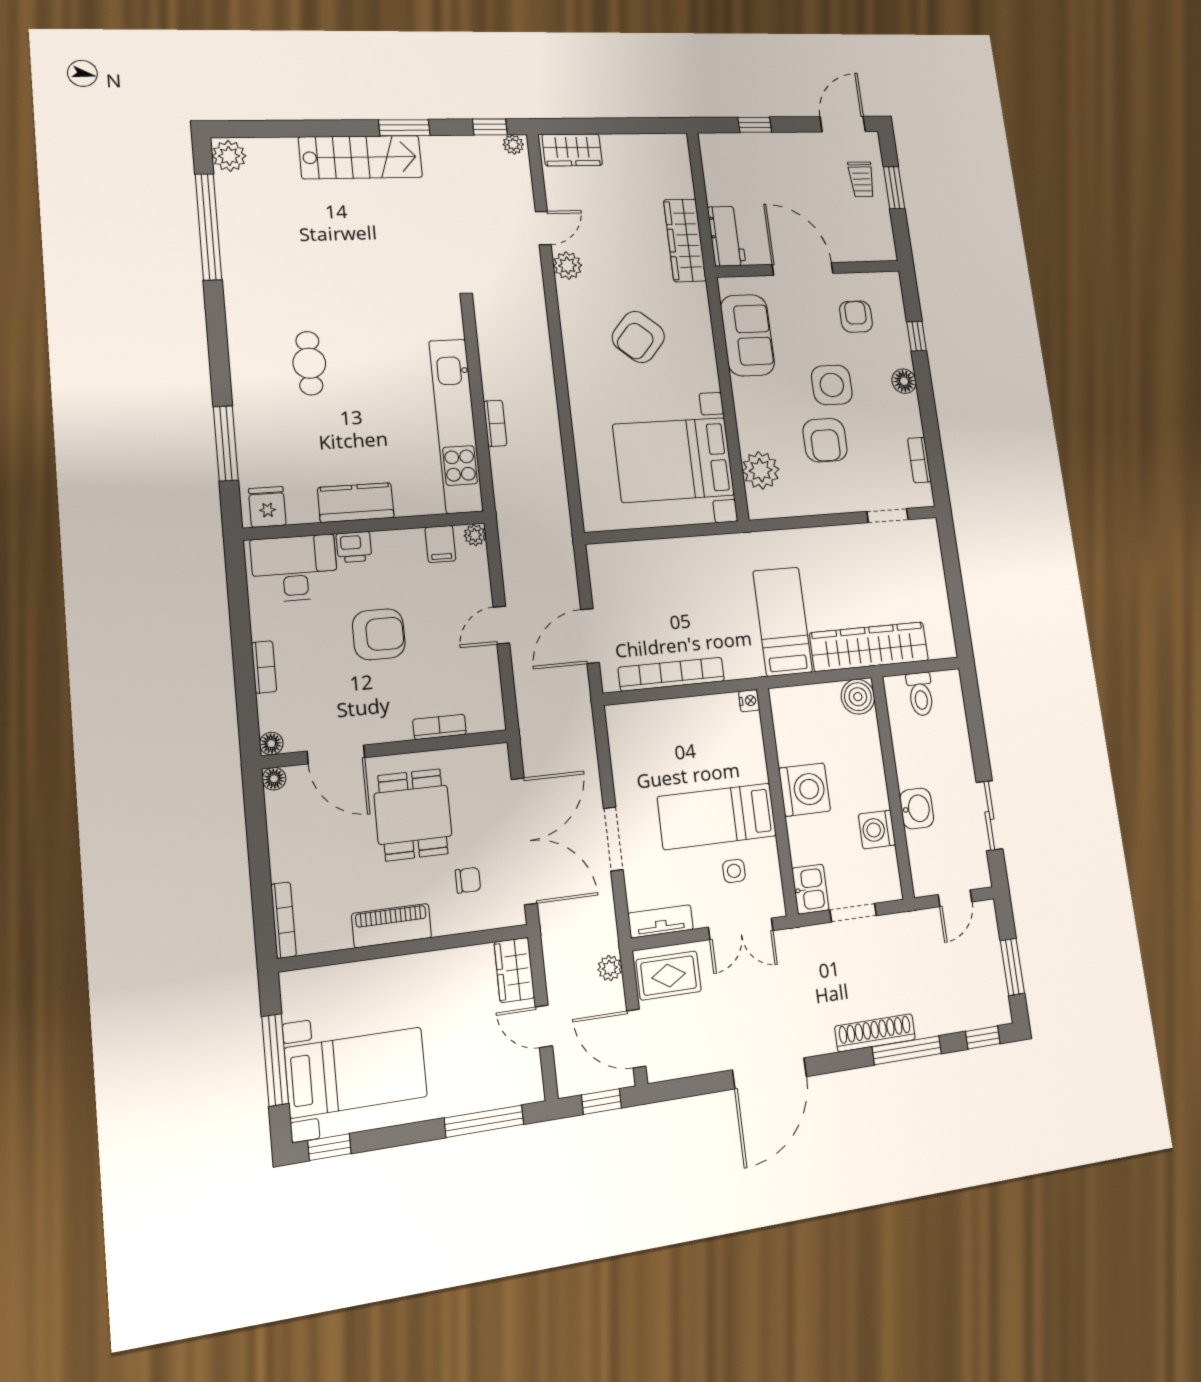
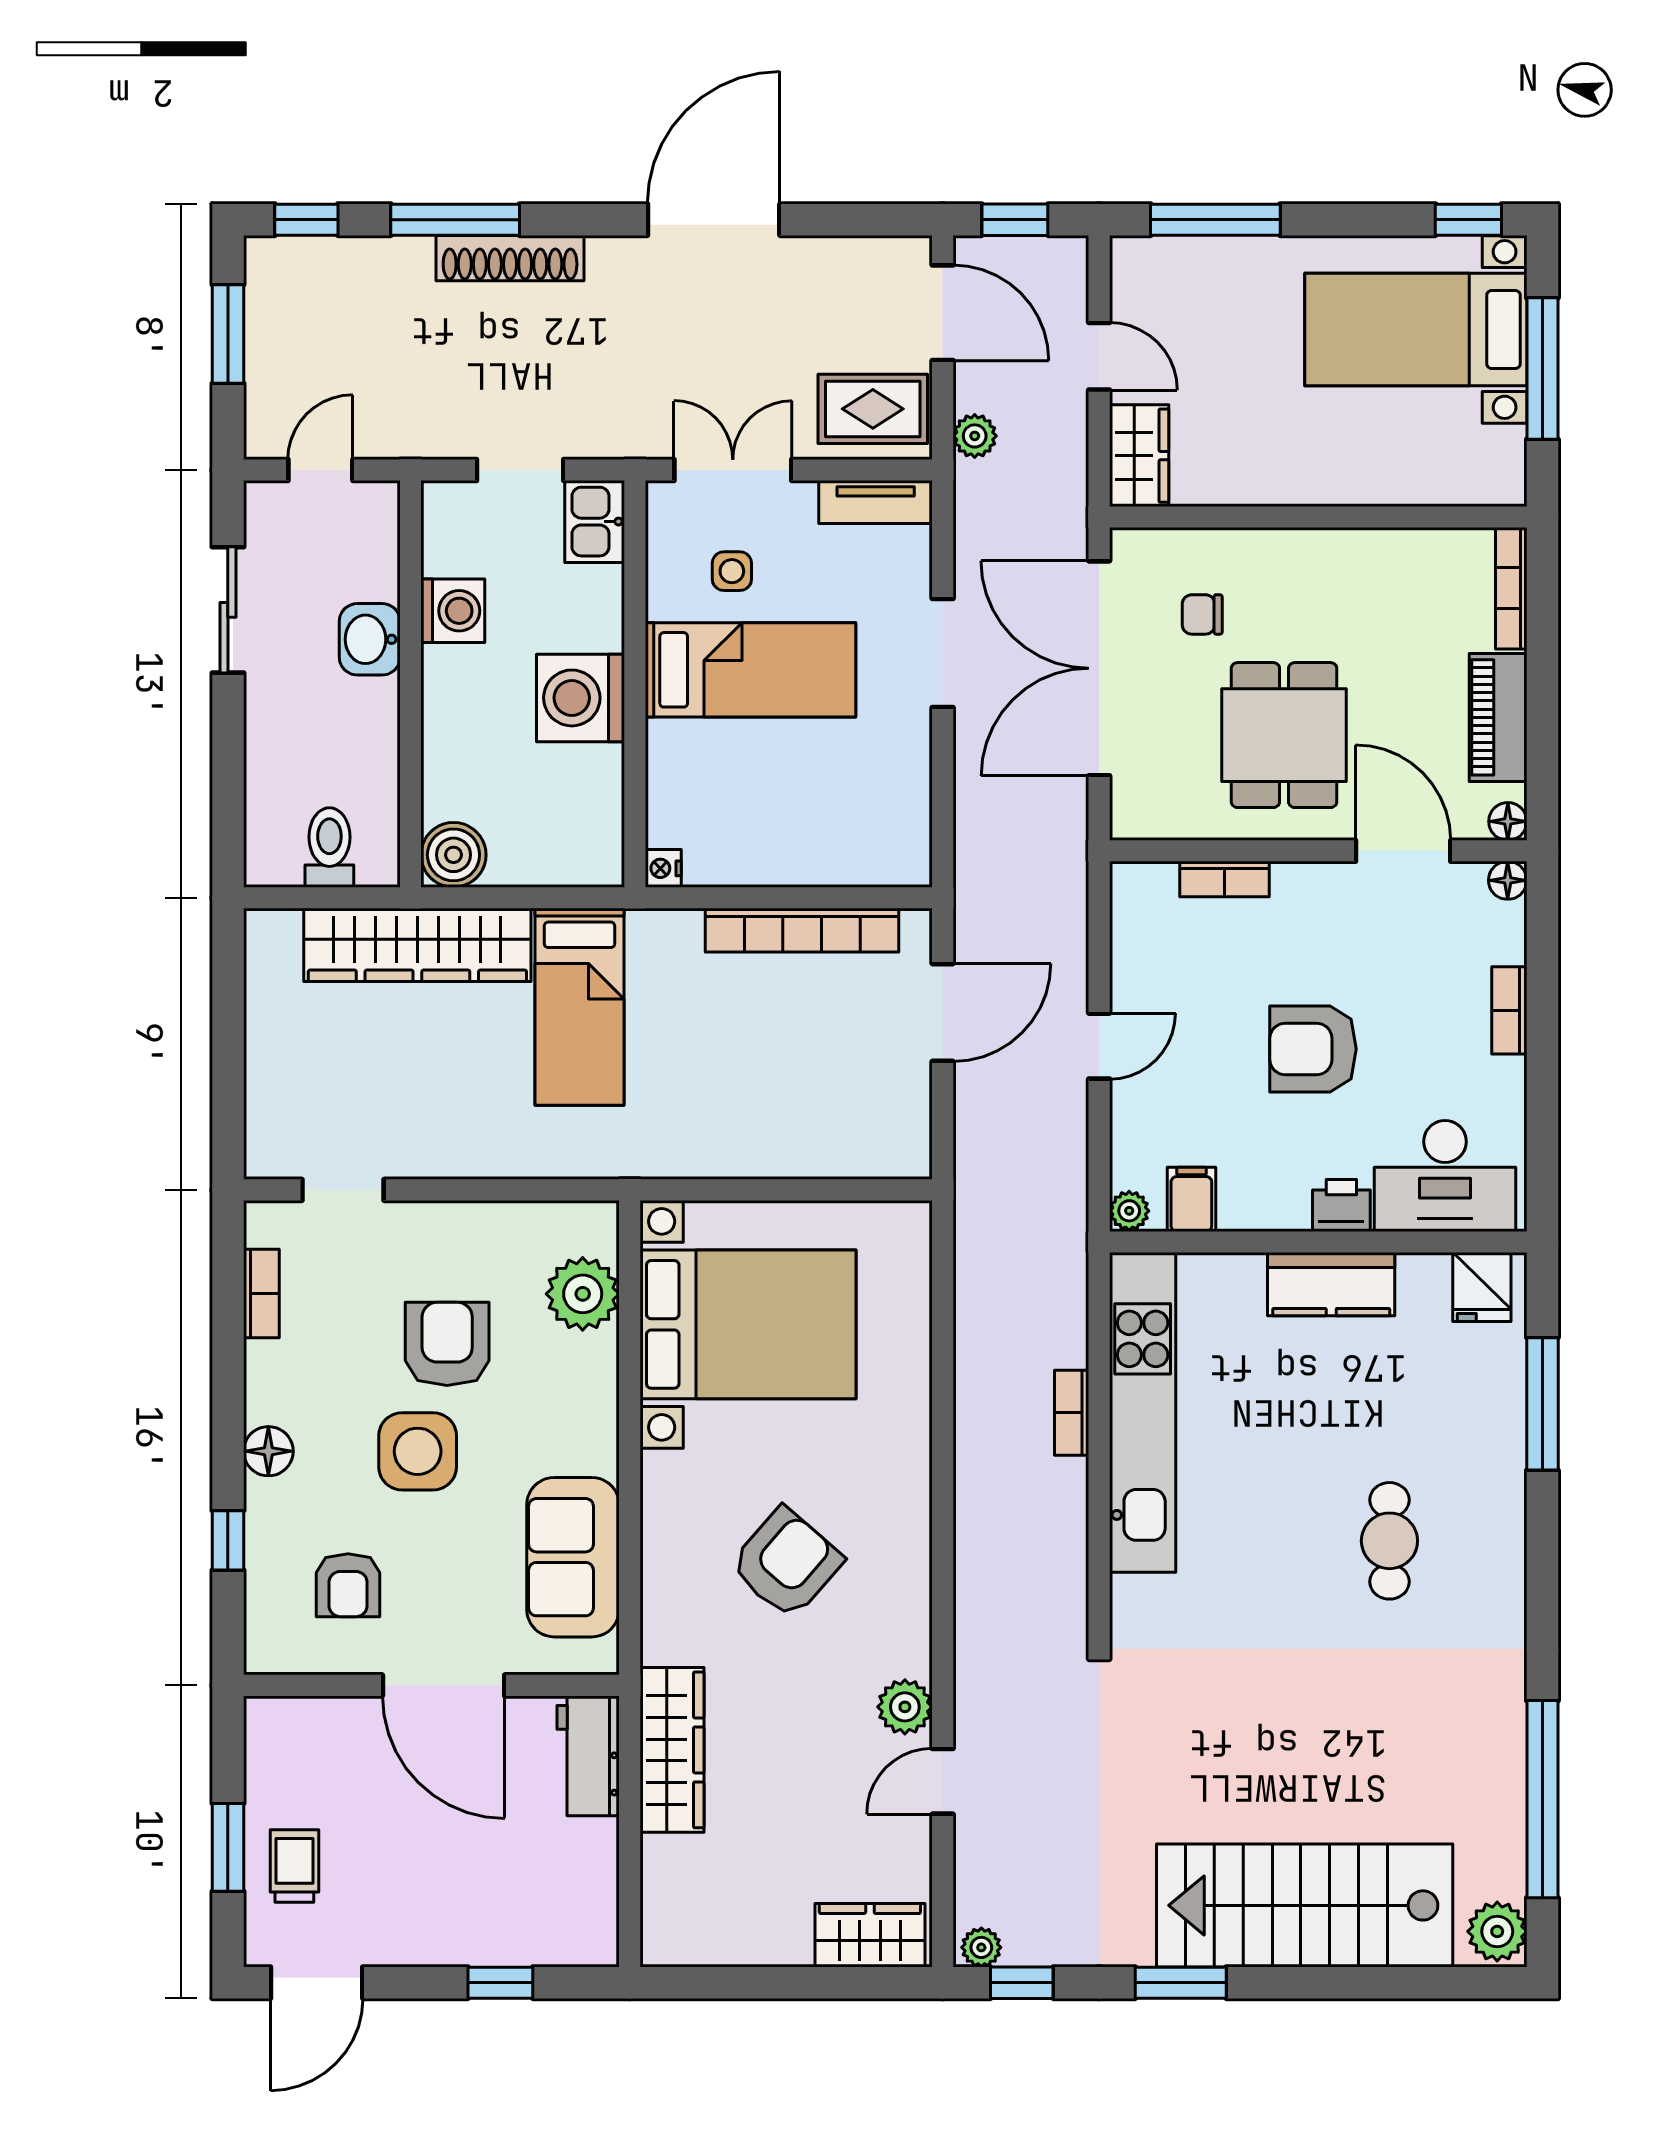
stairs: (361, 157) -> (1305, 1905), width x1.36, depth x1.51
piano: (392, 926) -> (1498, 717), moved, turned 90

